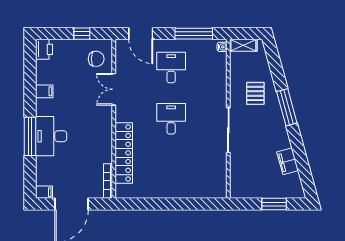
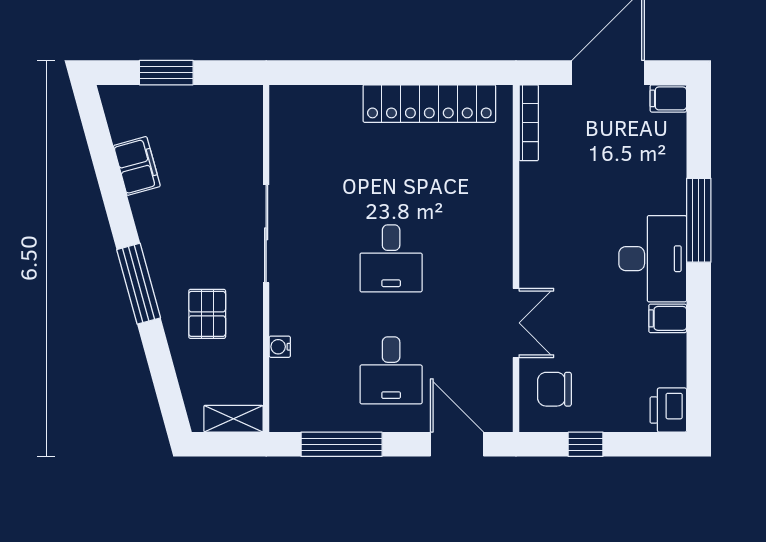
water cooler: (222, 47) -> (280, 347), moved
desk: (51, 136) -> (653, 259), moved
locker: (124, 153) -> (429, 104), moved, turned -90

